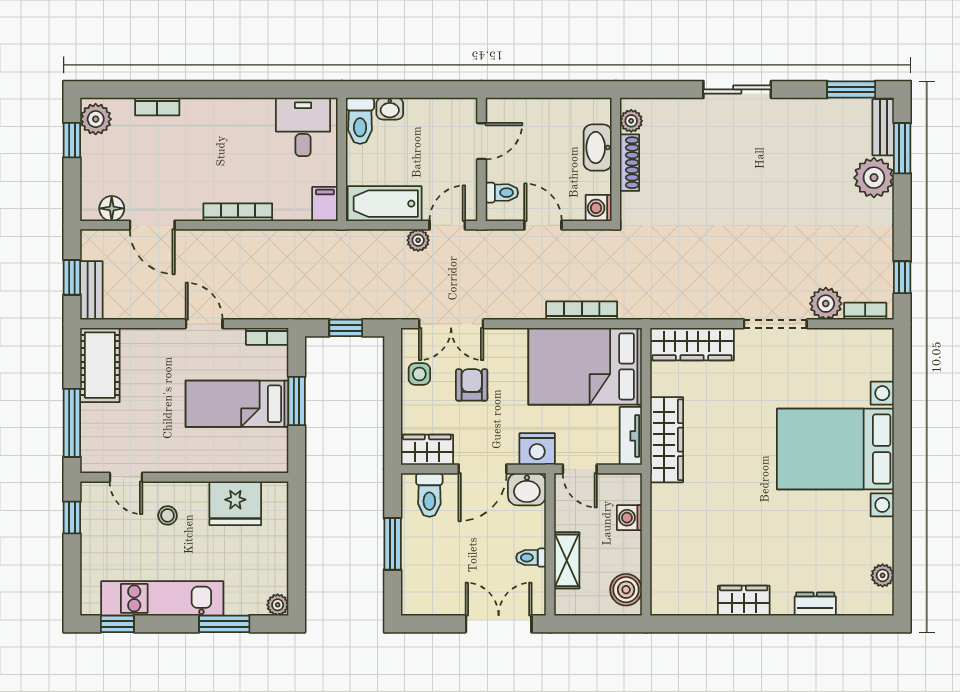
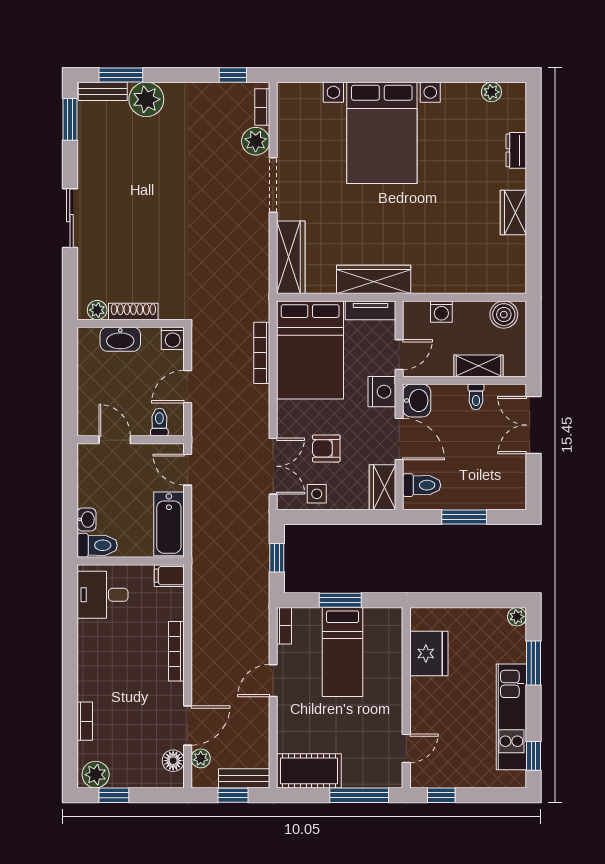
plant: (418, 240) -> (201, 758), moved
stool: (168, 515) -> (439, 712), removed

